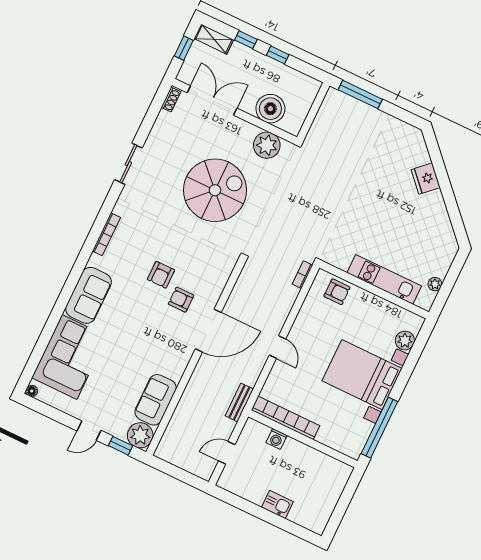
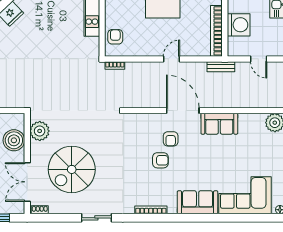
spiral stairs: (215, 190) -> (72, 169), moved, turned -90
sofa: (156, 400) -> (219, 124), moved
washing machine: (277, 439) -> (239, 25), width x1.89, depth x1.89

